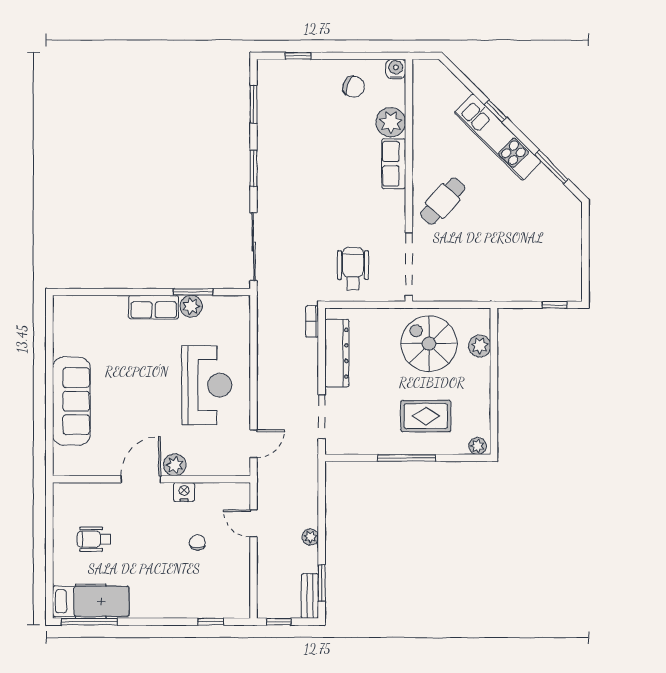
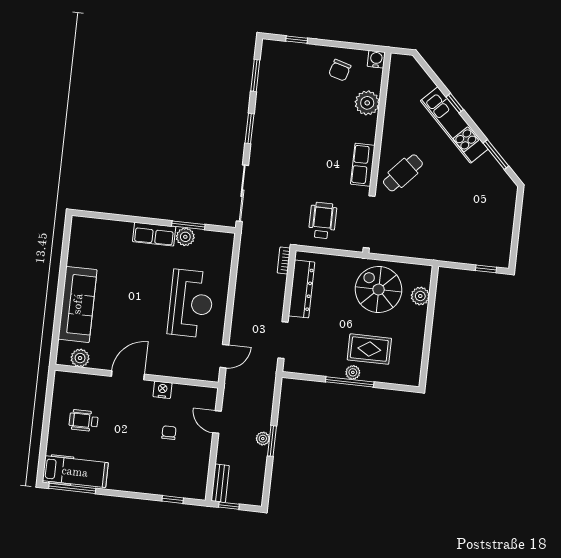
chair: (354, 87) -> (340, 70), turned 86
row of seats: (394, 164) -> (363, 165), moved
plant: (478, 446) -> (353, 372), moved
plant: (175, 465) -> (80, 358), moved
window: (322, 583) -> (272, 441), moved
bench: (310, 596) -> (220, 483), moved

